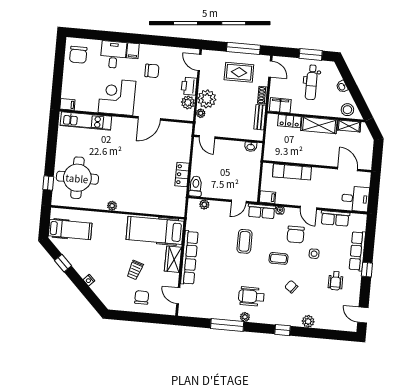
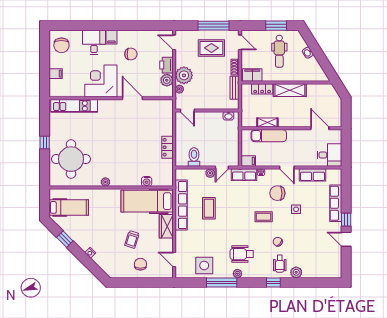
filing cabinet: (67, 104) -> (56, 74), moved
stool: (347, 110) -> (315, 73), removed
door: (149, 118) -> (132, 98), swing flipped
shelving: (349, 126) -> (267, 122), moved
window: (48, 183) -> (45, 143), moved
toilet: (196, 186) -> (194, 157), moved
plant: (204, 205) -> (210, 173), moved
water cooler: (156, 209) -> (147, 181), added
chair: (296, 235) -> (277, 193), turned 90
coffee table: (245, 241) -> (209, 208), moved
row of seats: (189, 258) -> (181, 205), moved
wheelchair: (336, 281) -> (280, 264), moved
side table: (210, 305) -> (204, 265), added
door: (363, 315) -> (346, 239), moved

